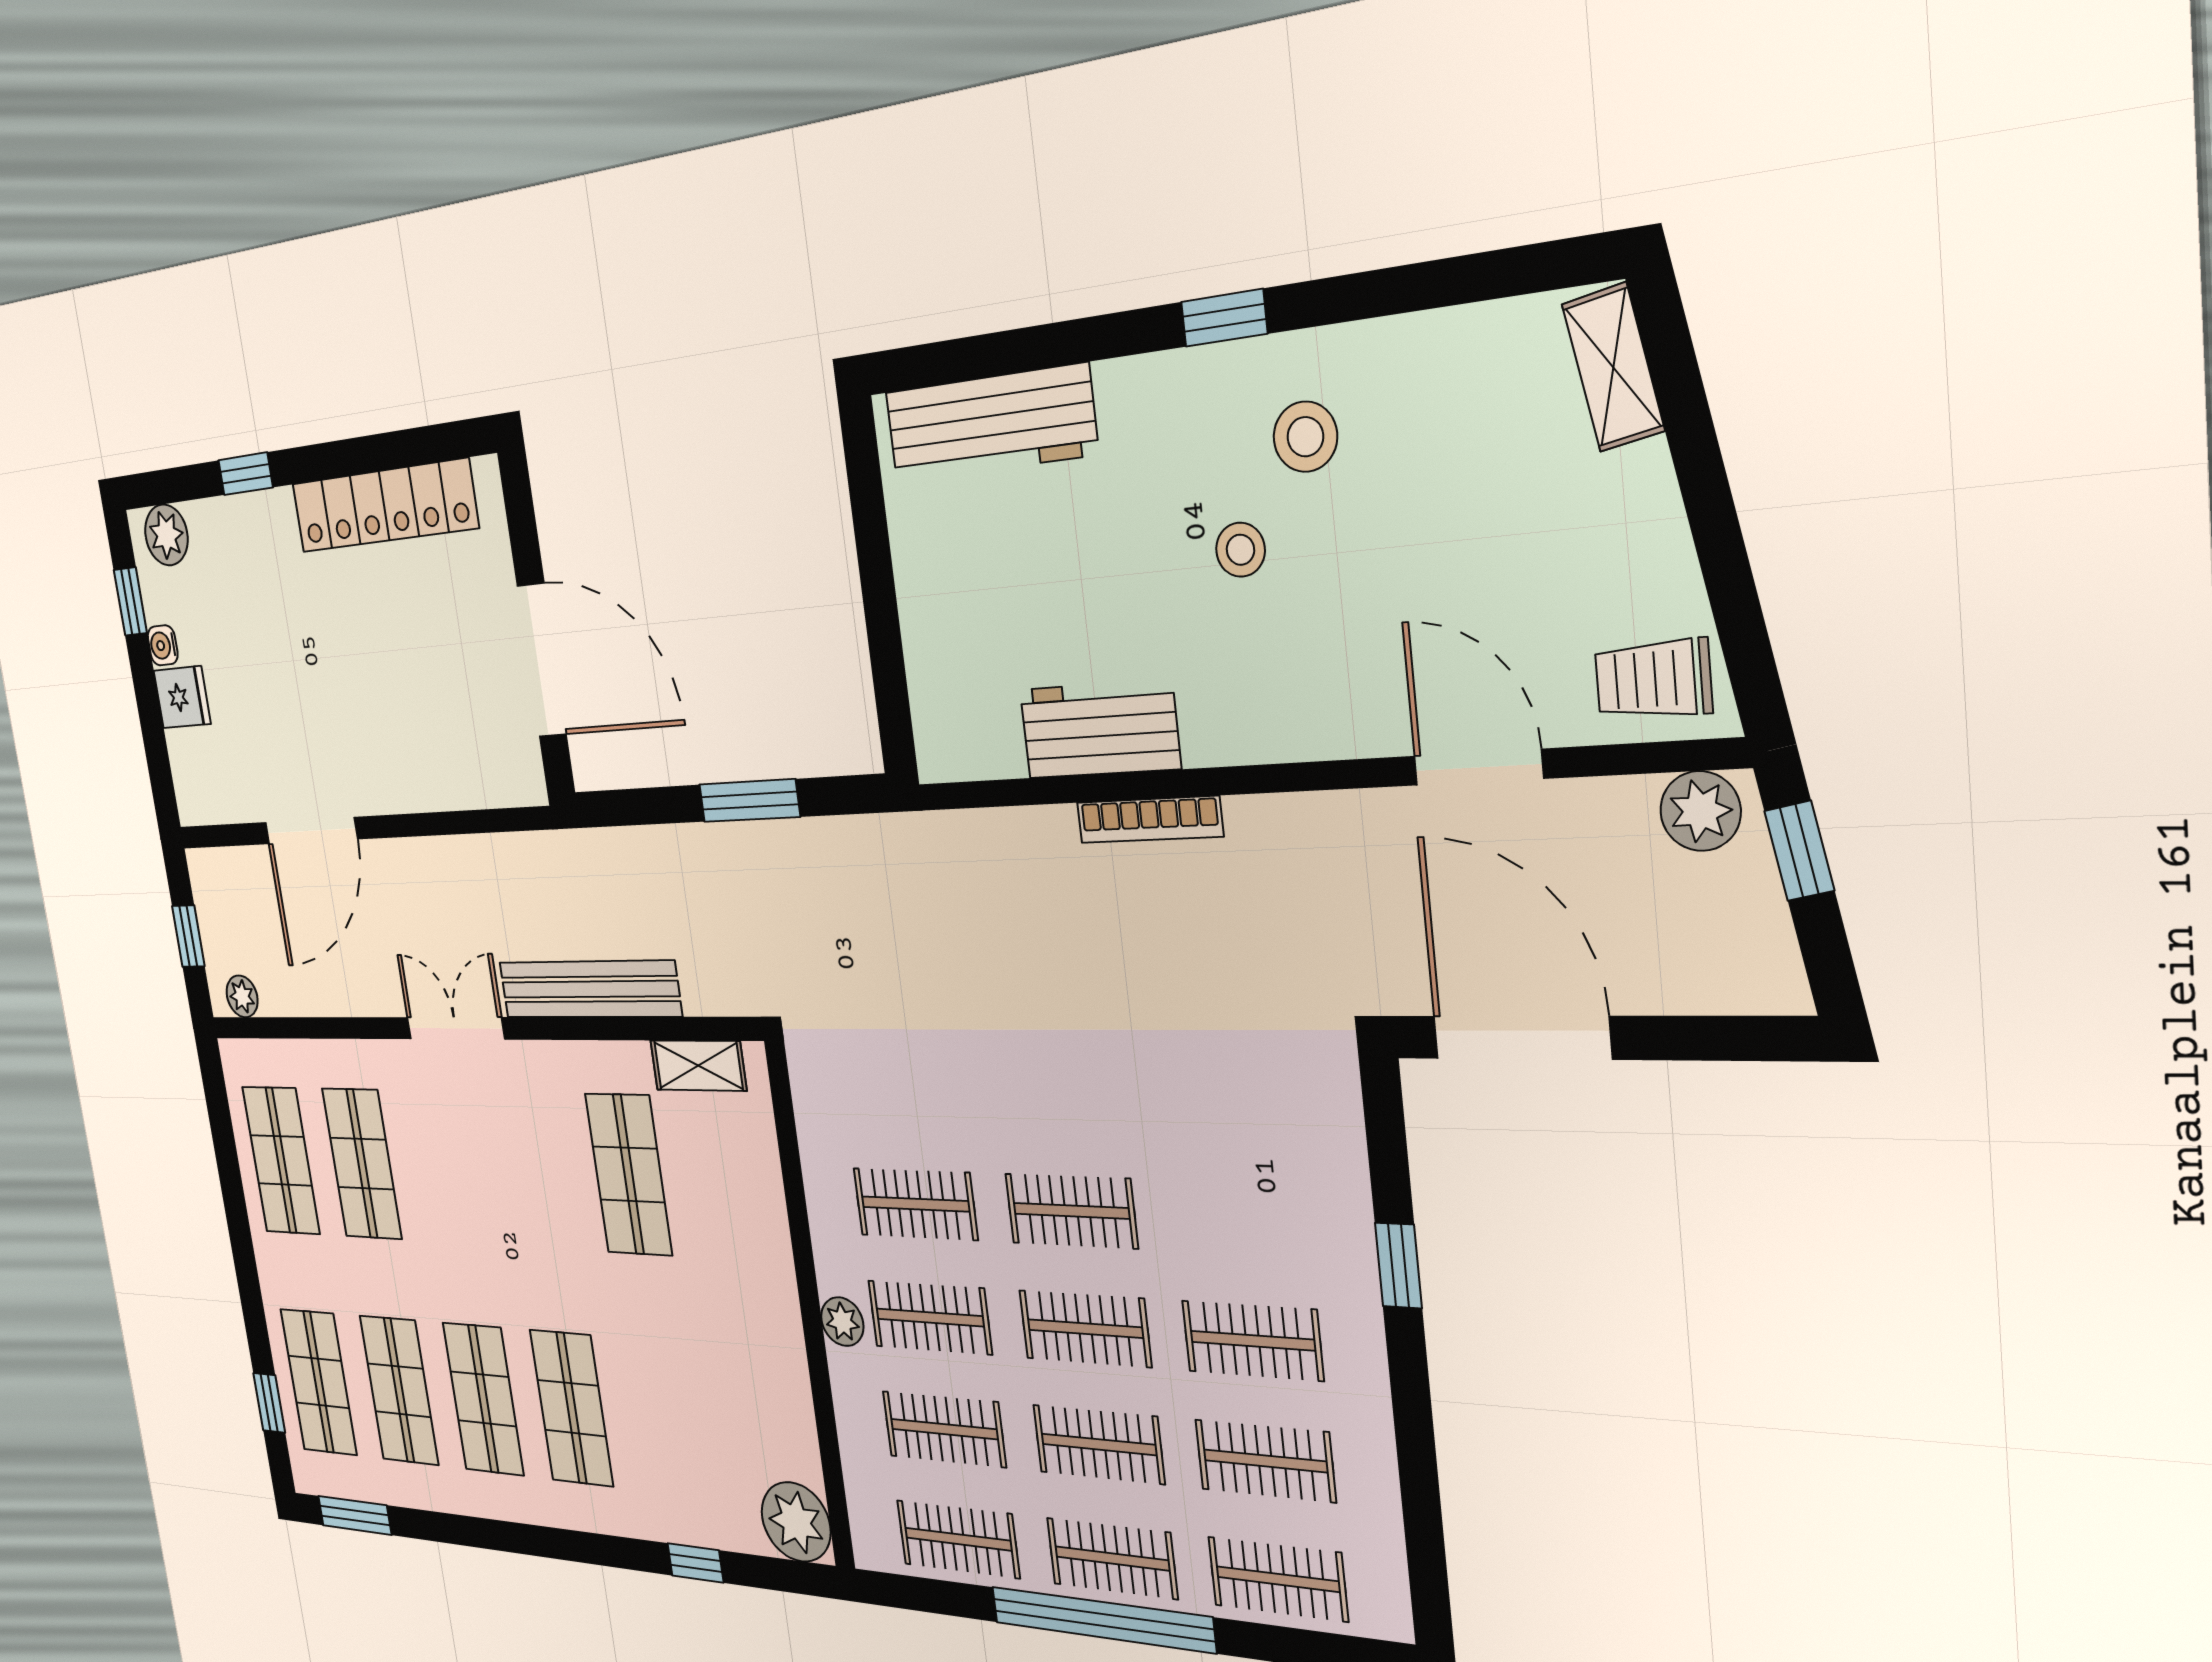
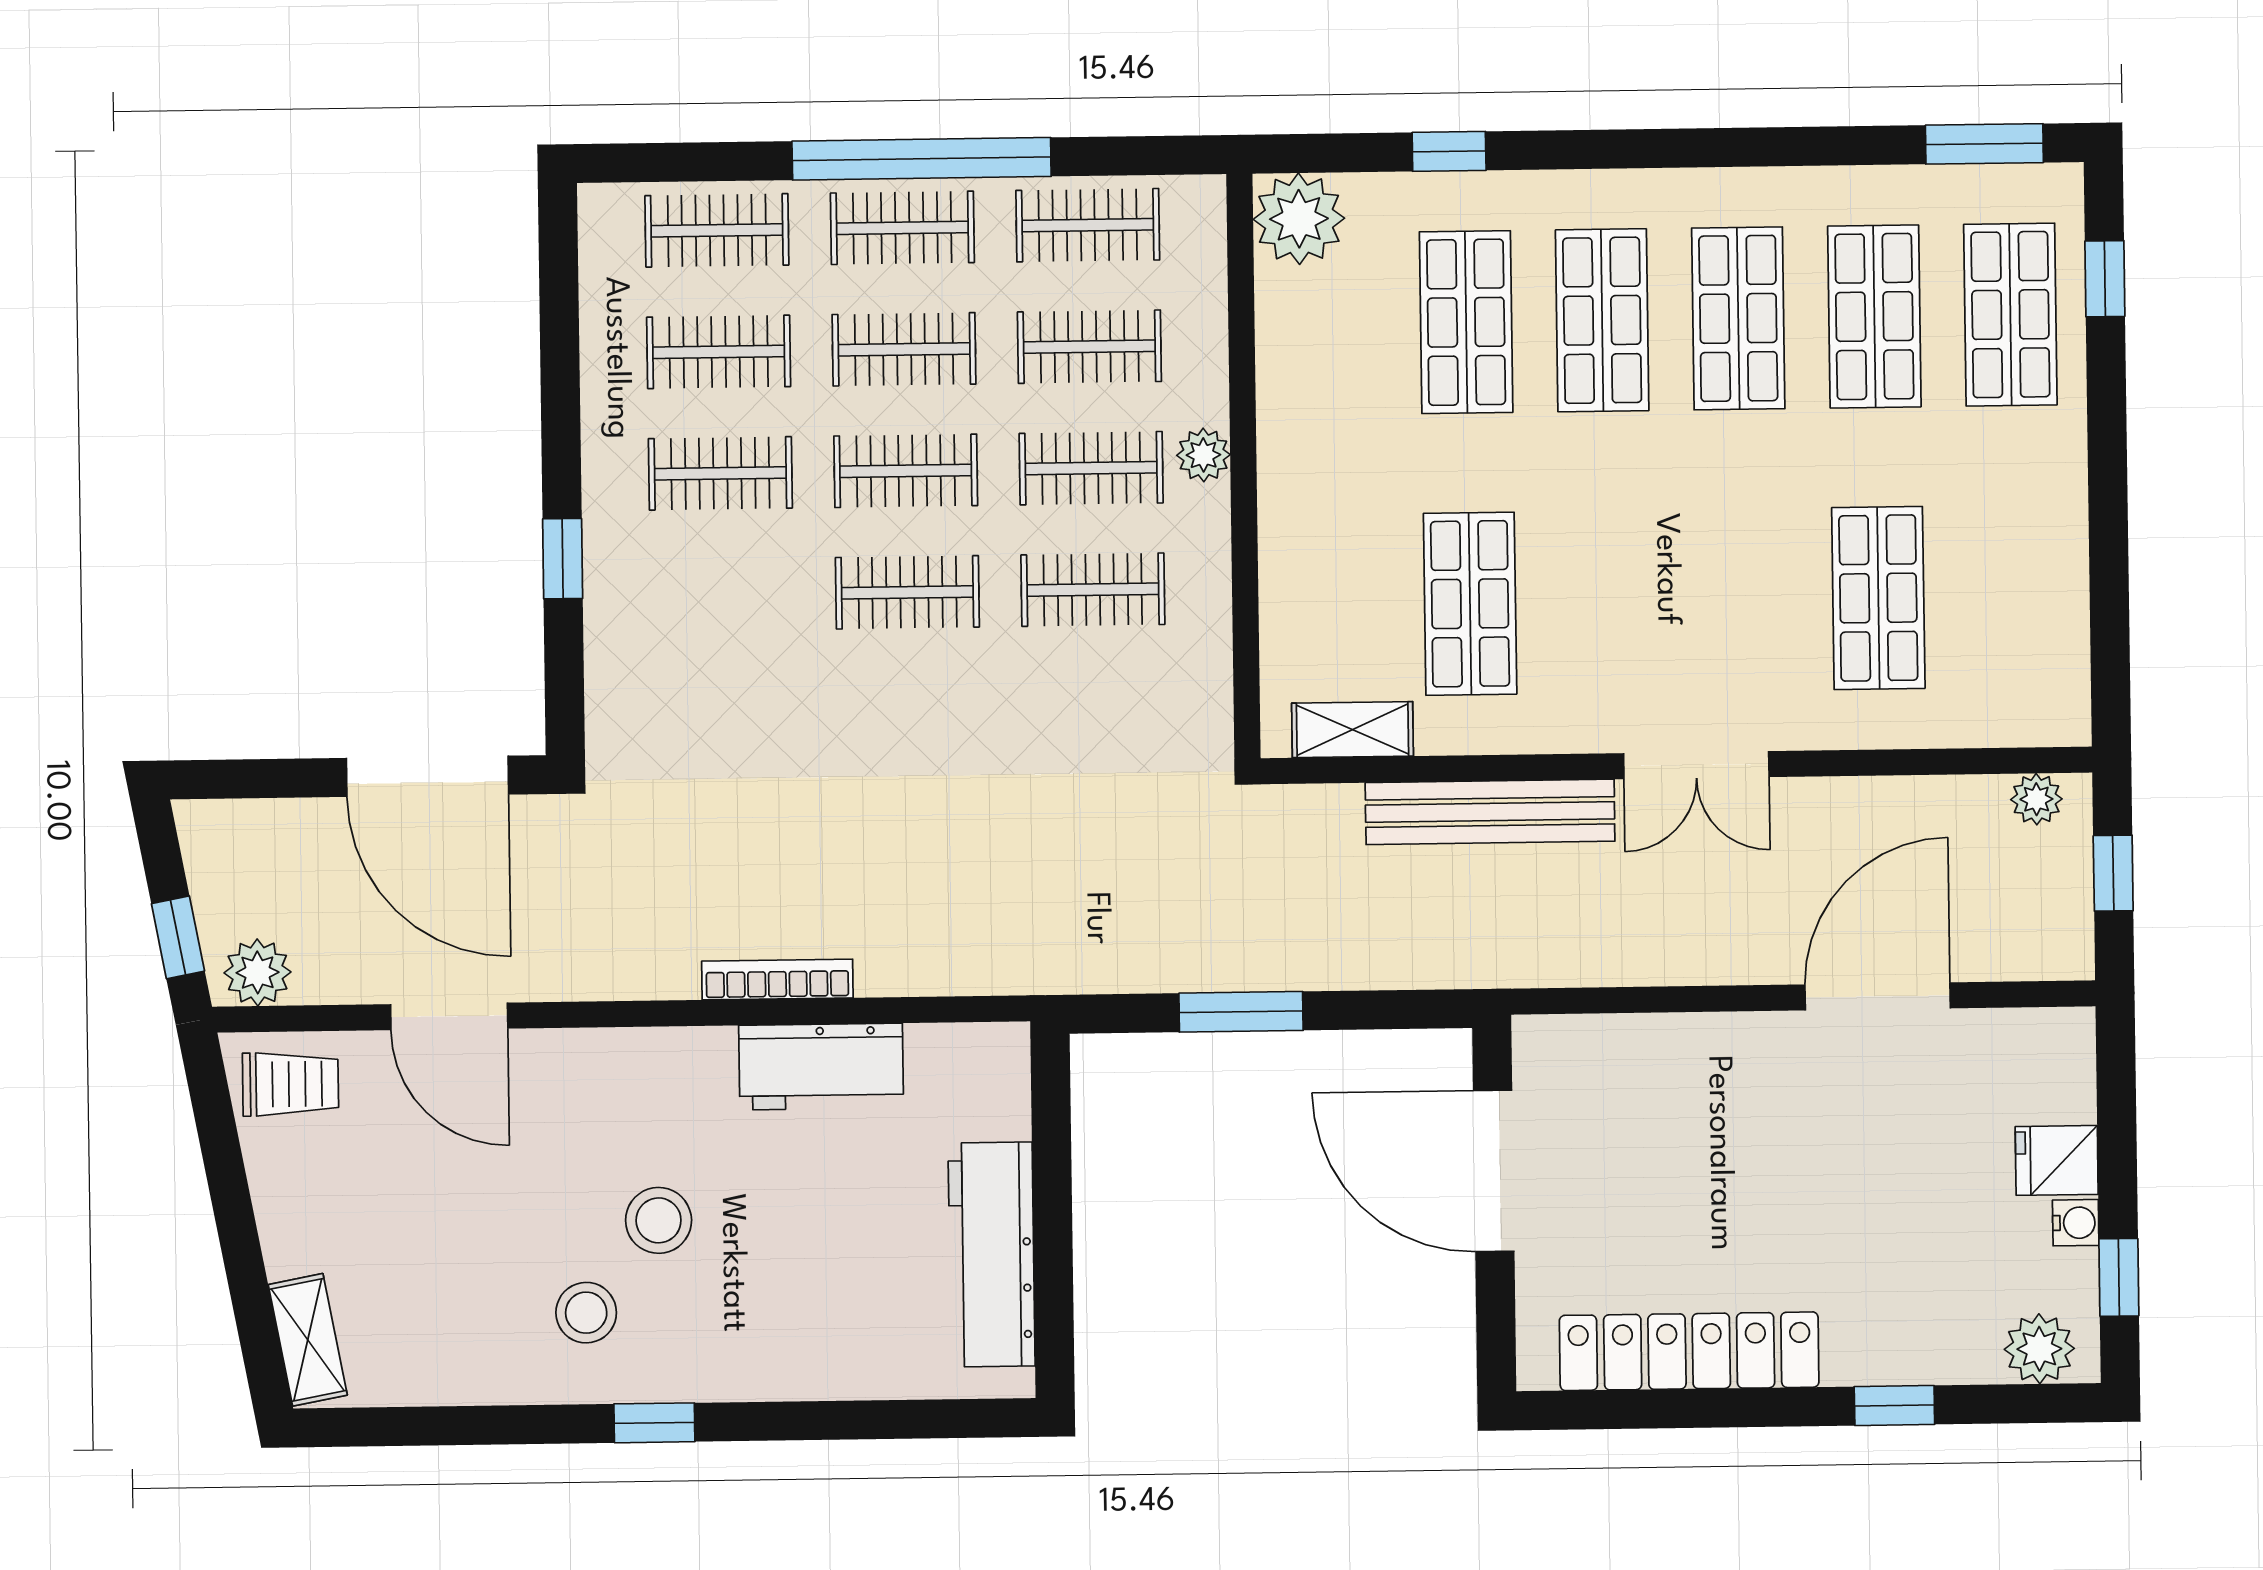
workbench: (990, 423) -> (992, 1255), moved, turned -90
stool: (1240, 550) -> (659, 1220), width x1.37, depth x1.37
shop shelf: (281, 1160) -> (1466, 322), moved

